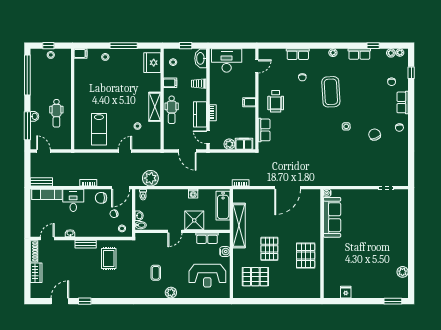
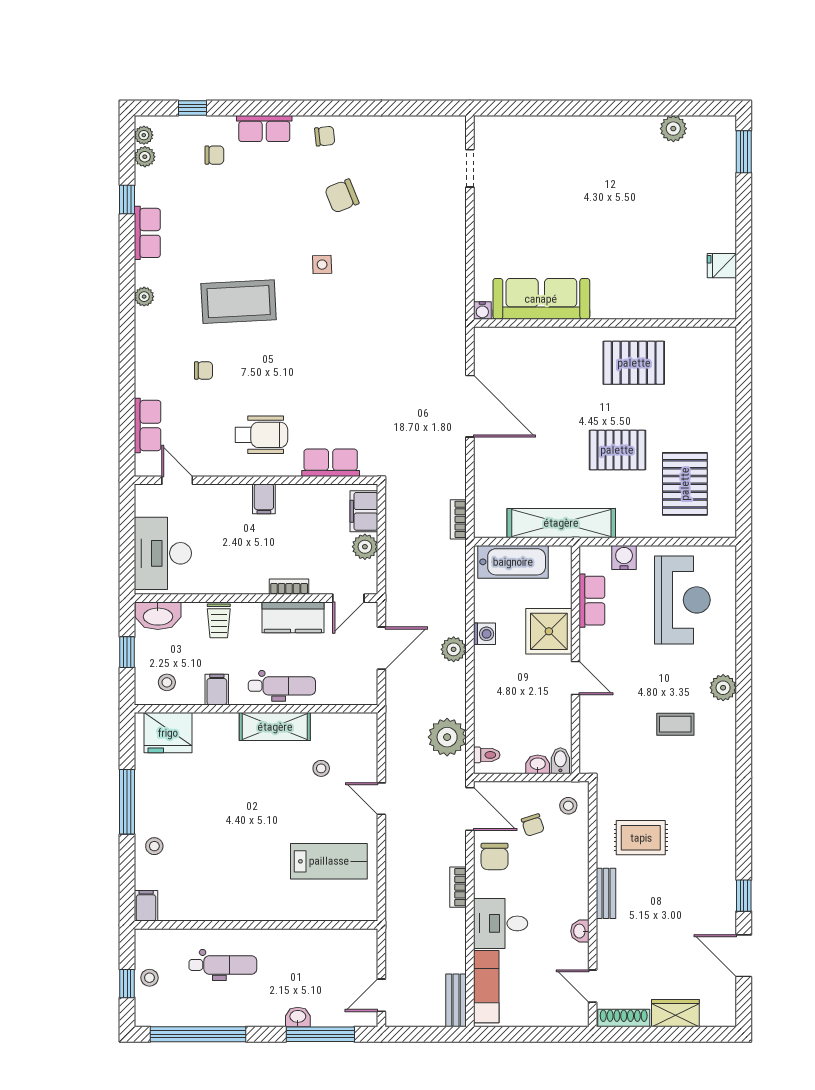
row of seats: (298, 54) -> (148, 425), moved
dental chair: (56, 113) -> (223, 965), moved
plant: (187, 181) -> (454, 649), added

